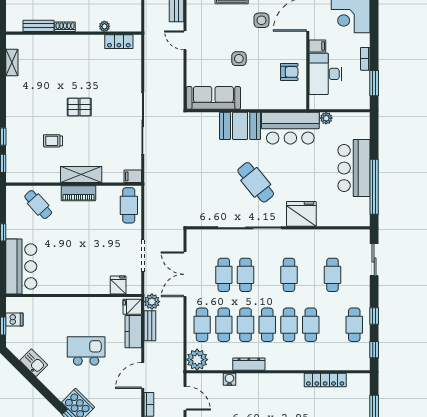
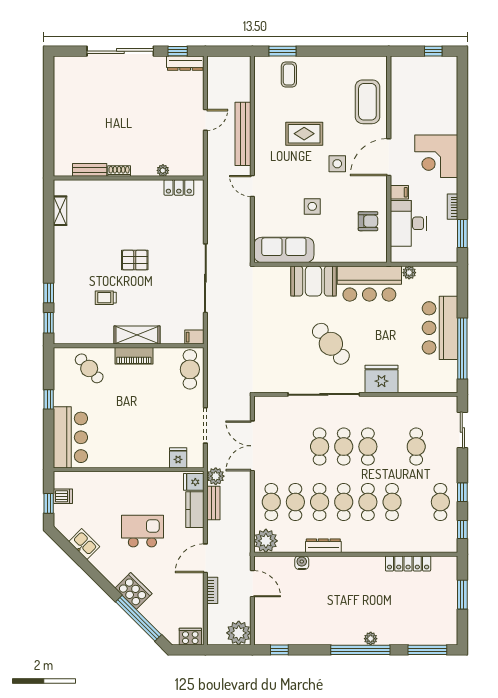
cafe table: (224, 275) -> (344, 447), moved

